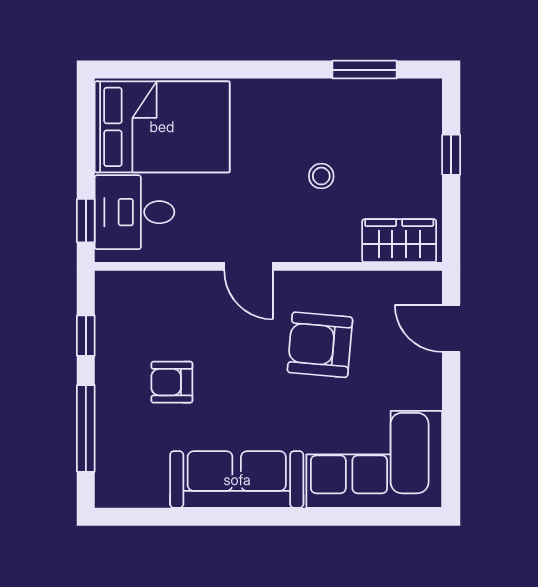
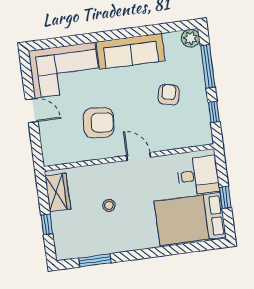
window: (86, 221) -> (225, 197), moved
wardrobe: (399, 241) -> (58, 192), moved, turned -90
door: (451, 328) -> (32, 111), moved
armchair: (172, 382) -> (169, 95), turned -77
plant: (113, 490) -> (191, 38), added

